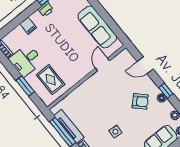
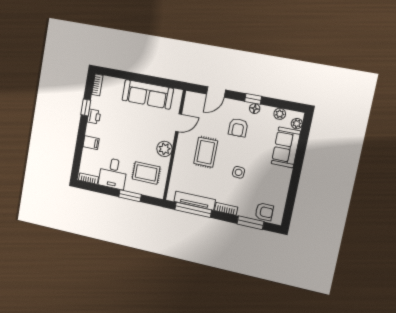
door: (102, 64) -> (179, 123), swing flipped
plant: (78, 74) -> (164, 149), added
rug: (104, 100) -> (206, 152), added
armchair: (140, 101) -> (238, 128), turned 135

